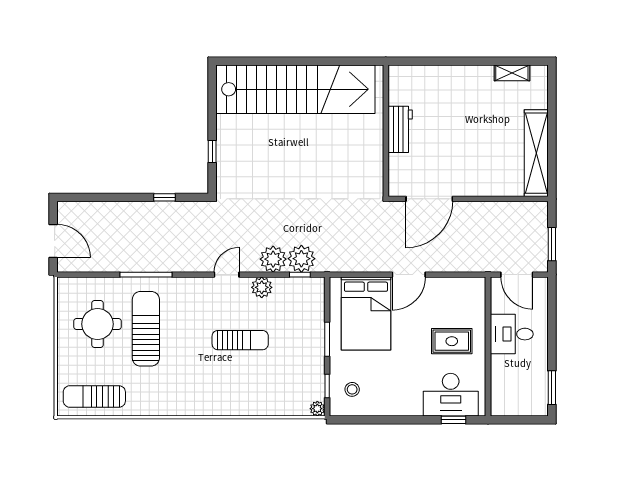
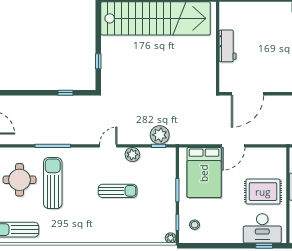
plant: (273, 259) -> (140, 135), removed
rug: (452, 341) -> (263, 192), width x1.36, depth x1.43

